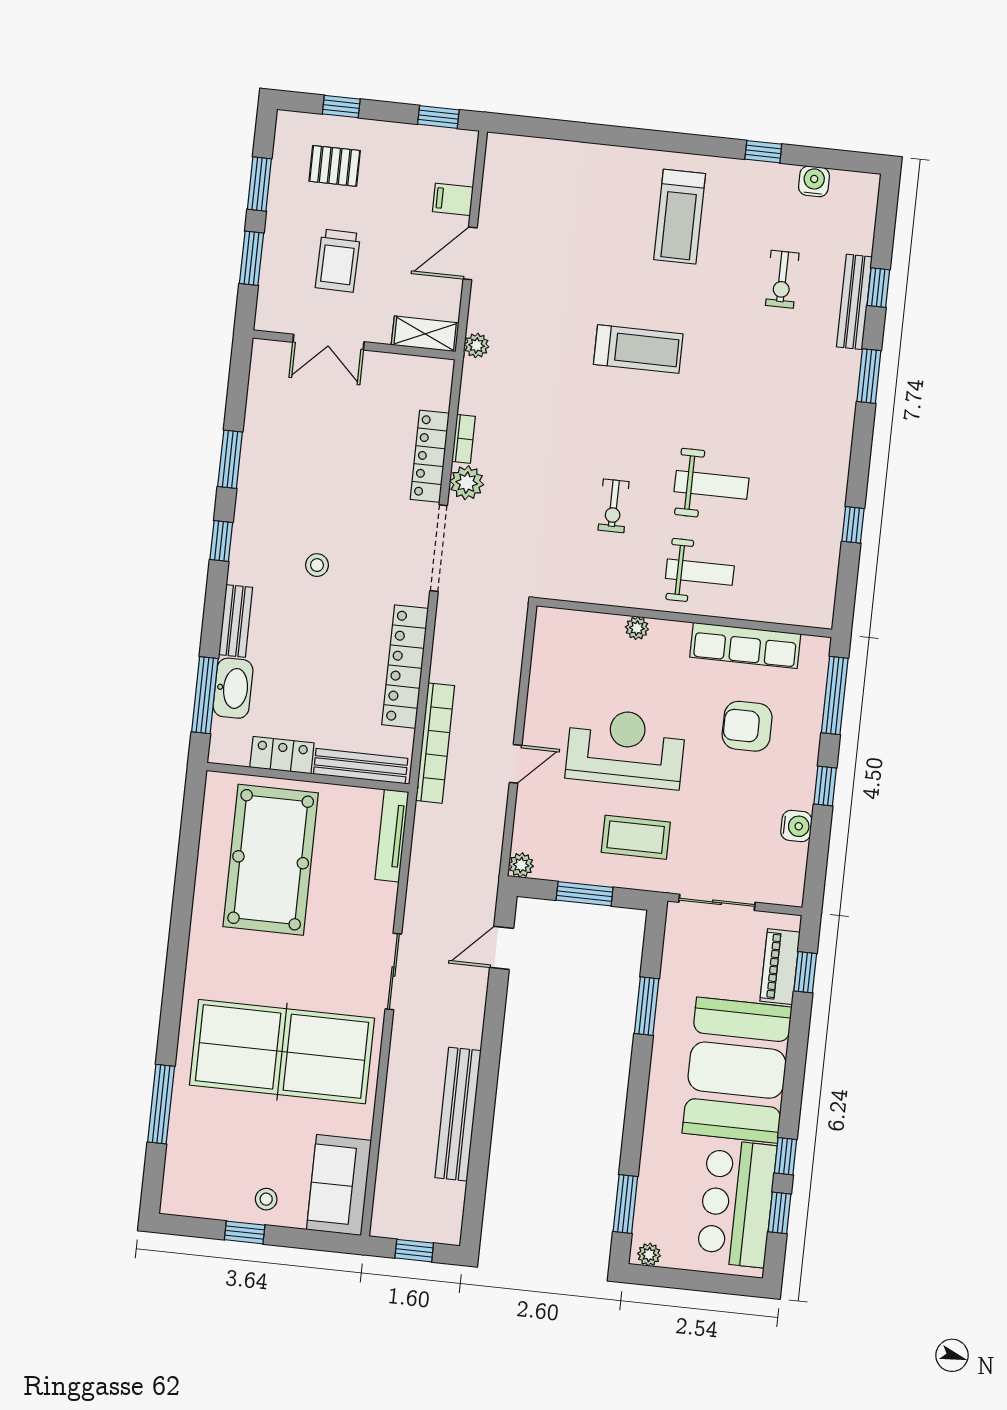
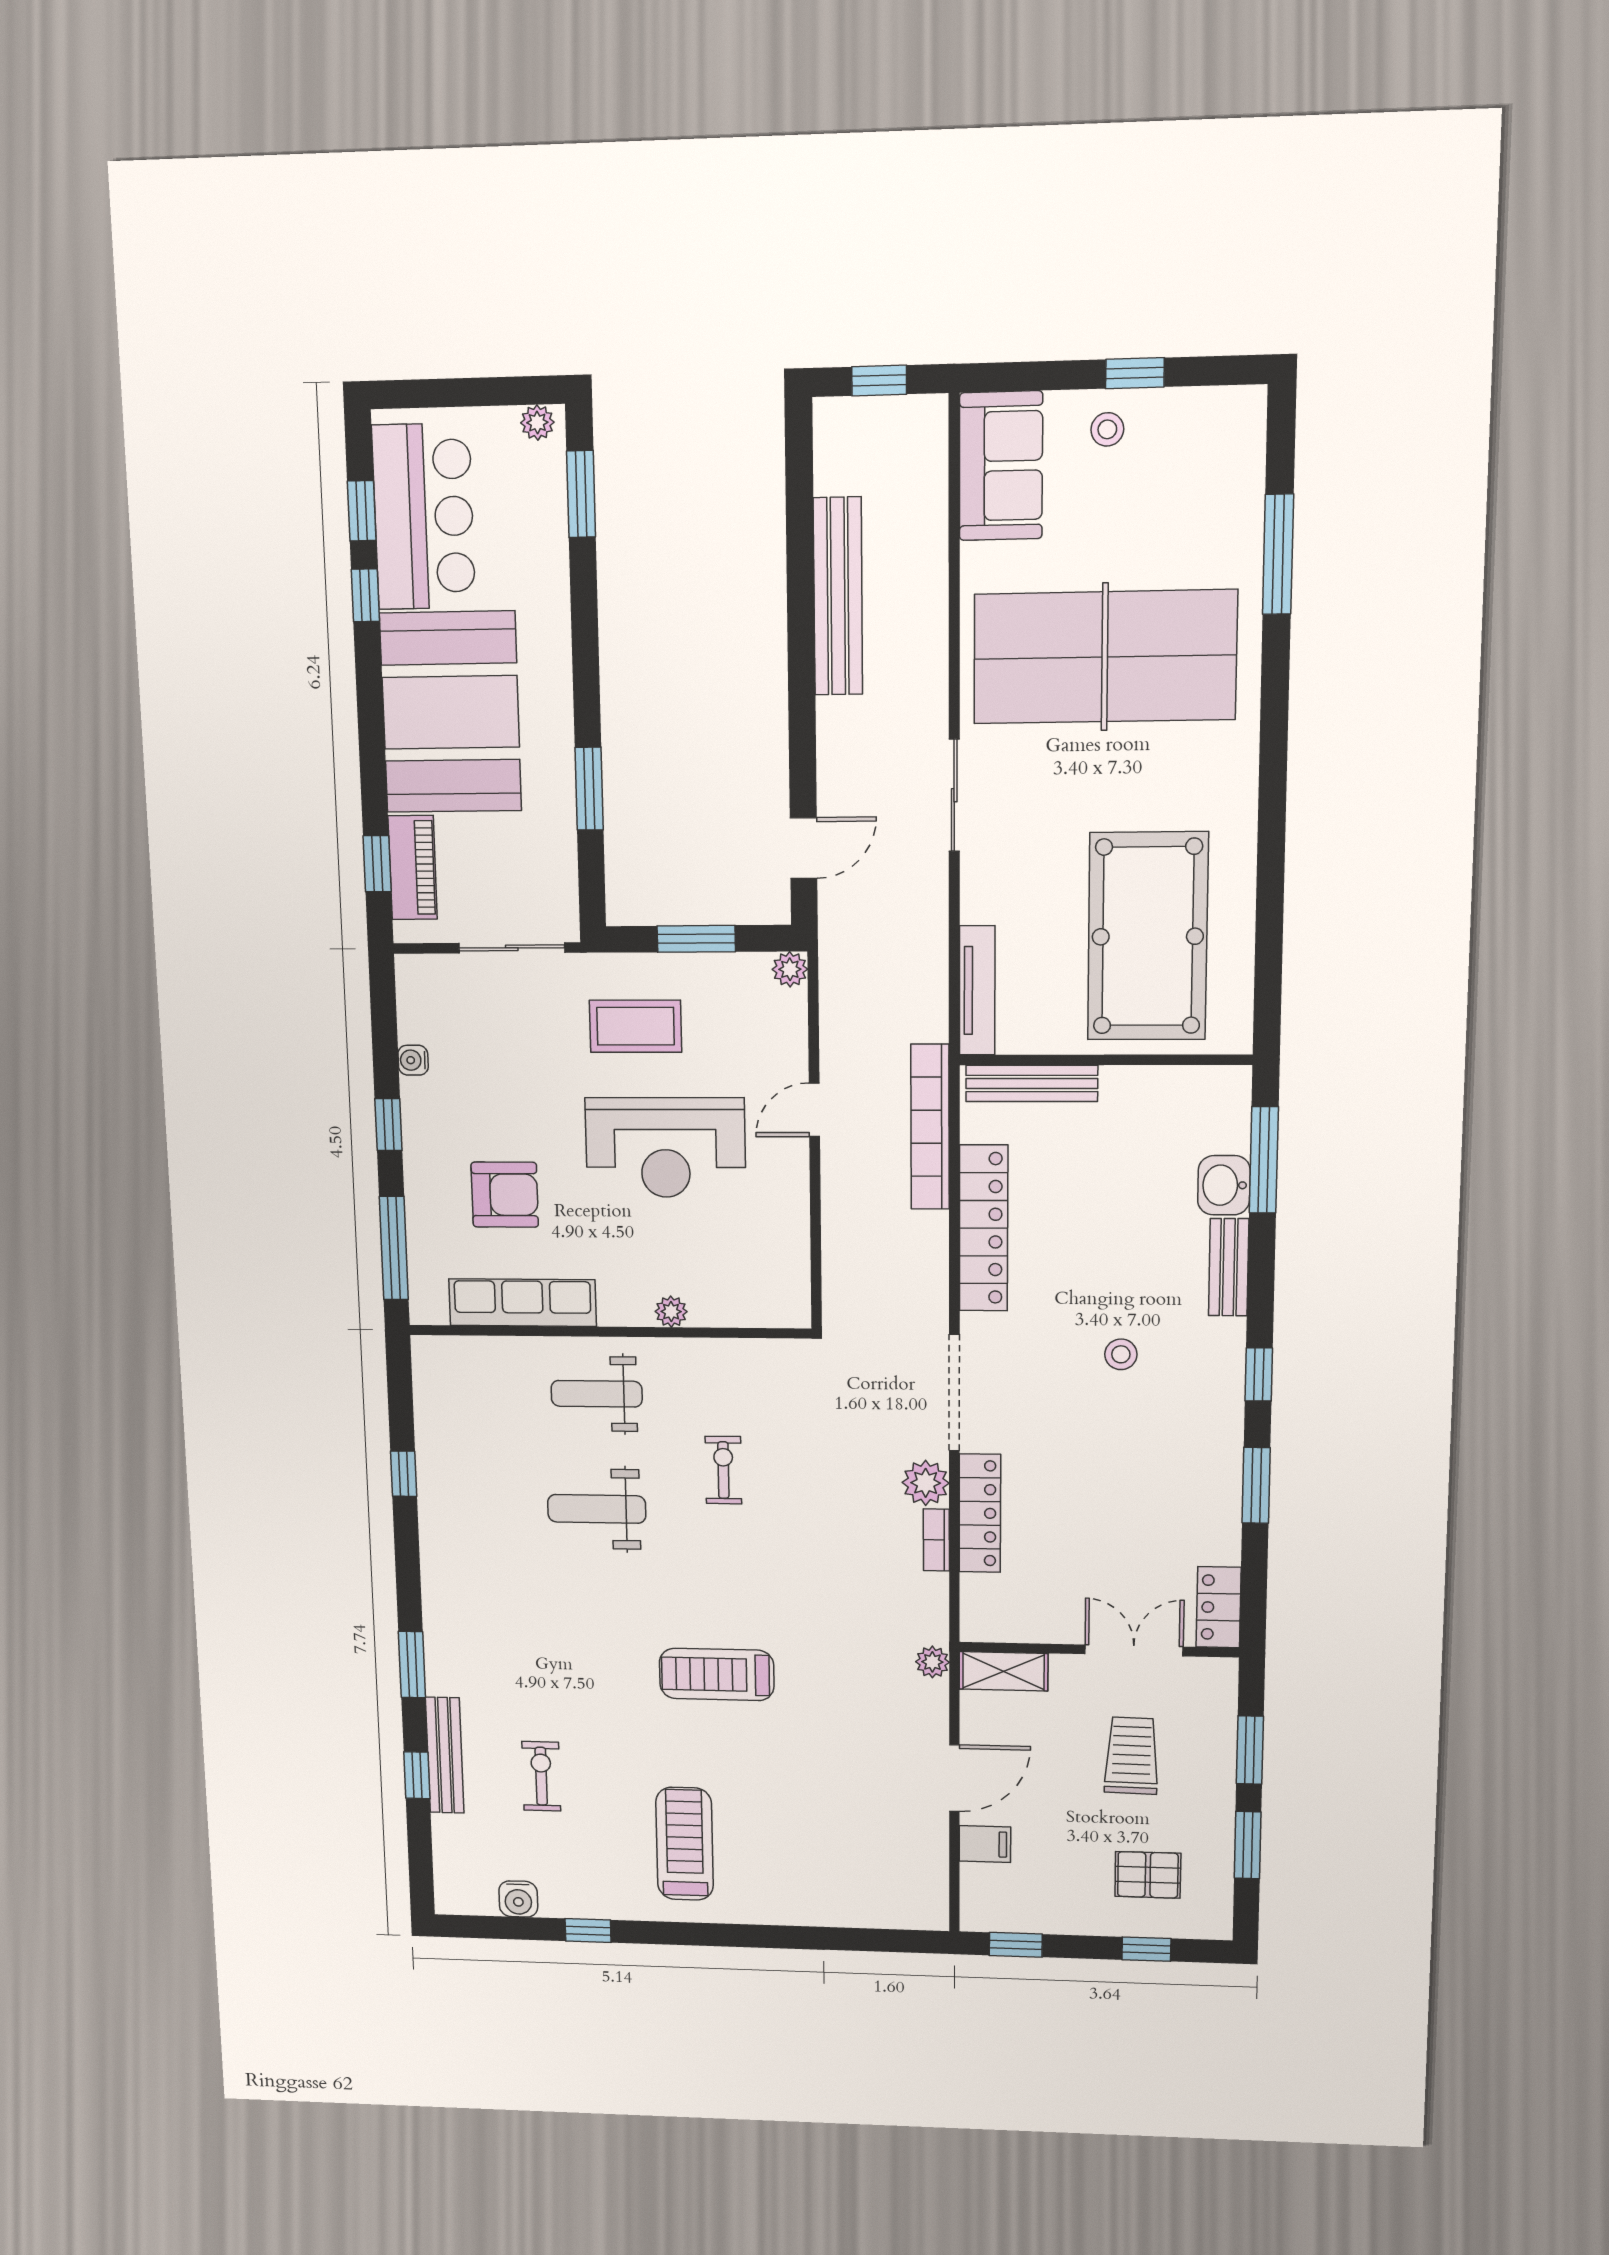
washbasin: (233, 688) -> (1224, 1185), width x0.72
locker: (282, 755) -> (1219, 1607), moved, turned 90
water cooler: (796, 826) -> (413, 1060), width x0.72, depth x0.72

